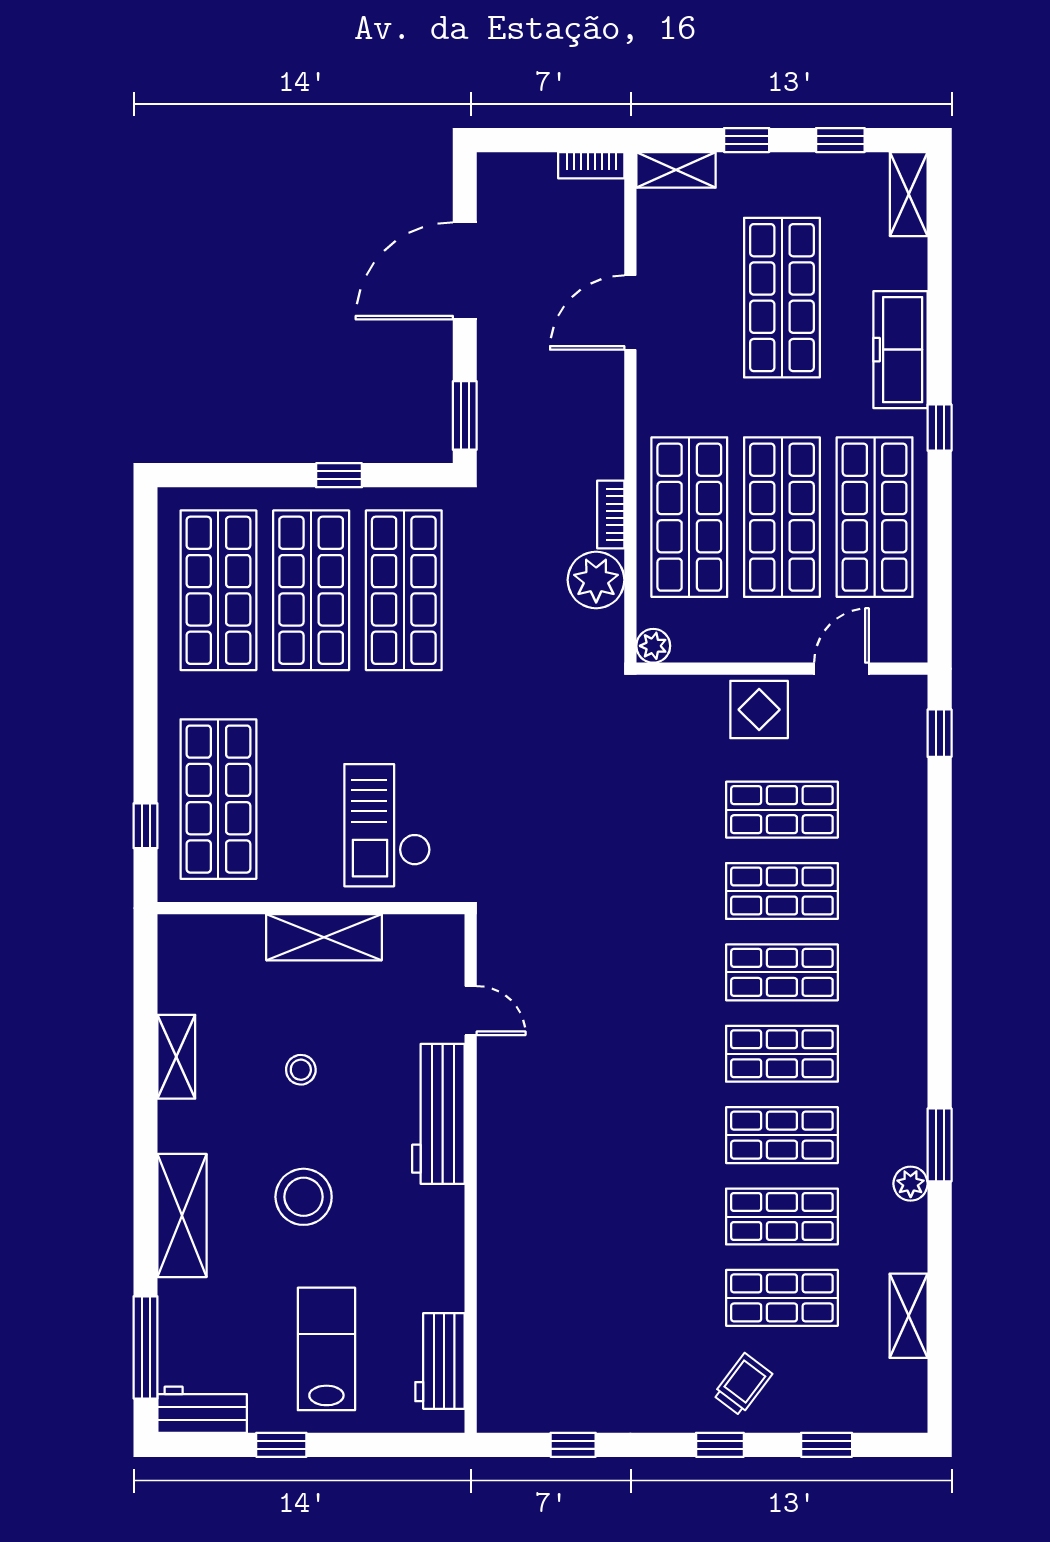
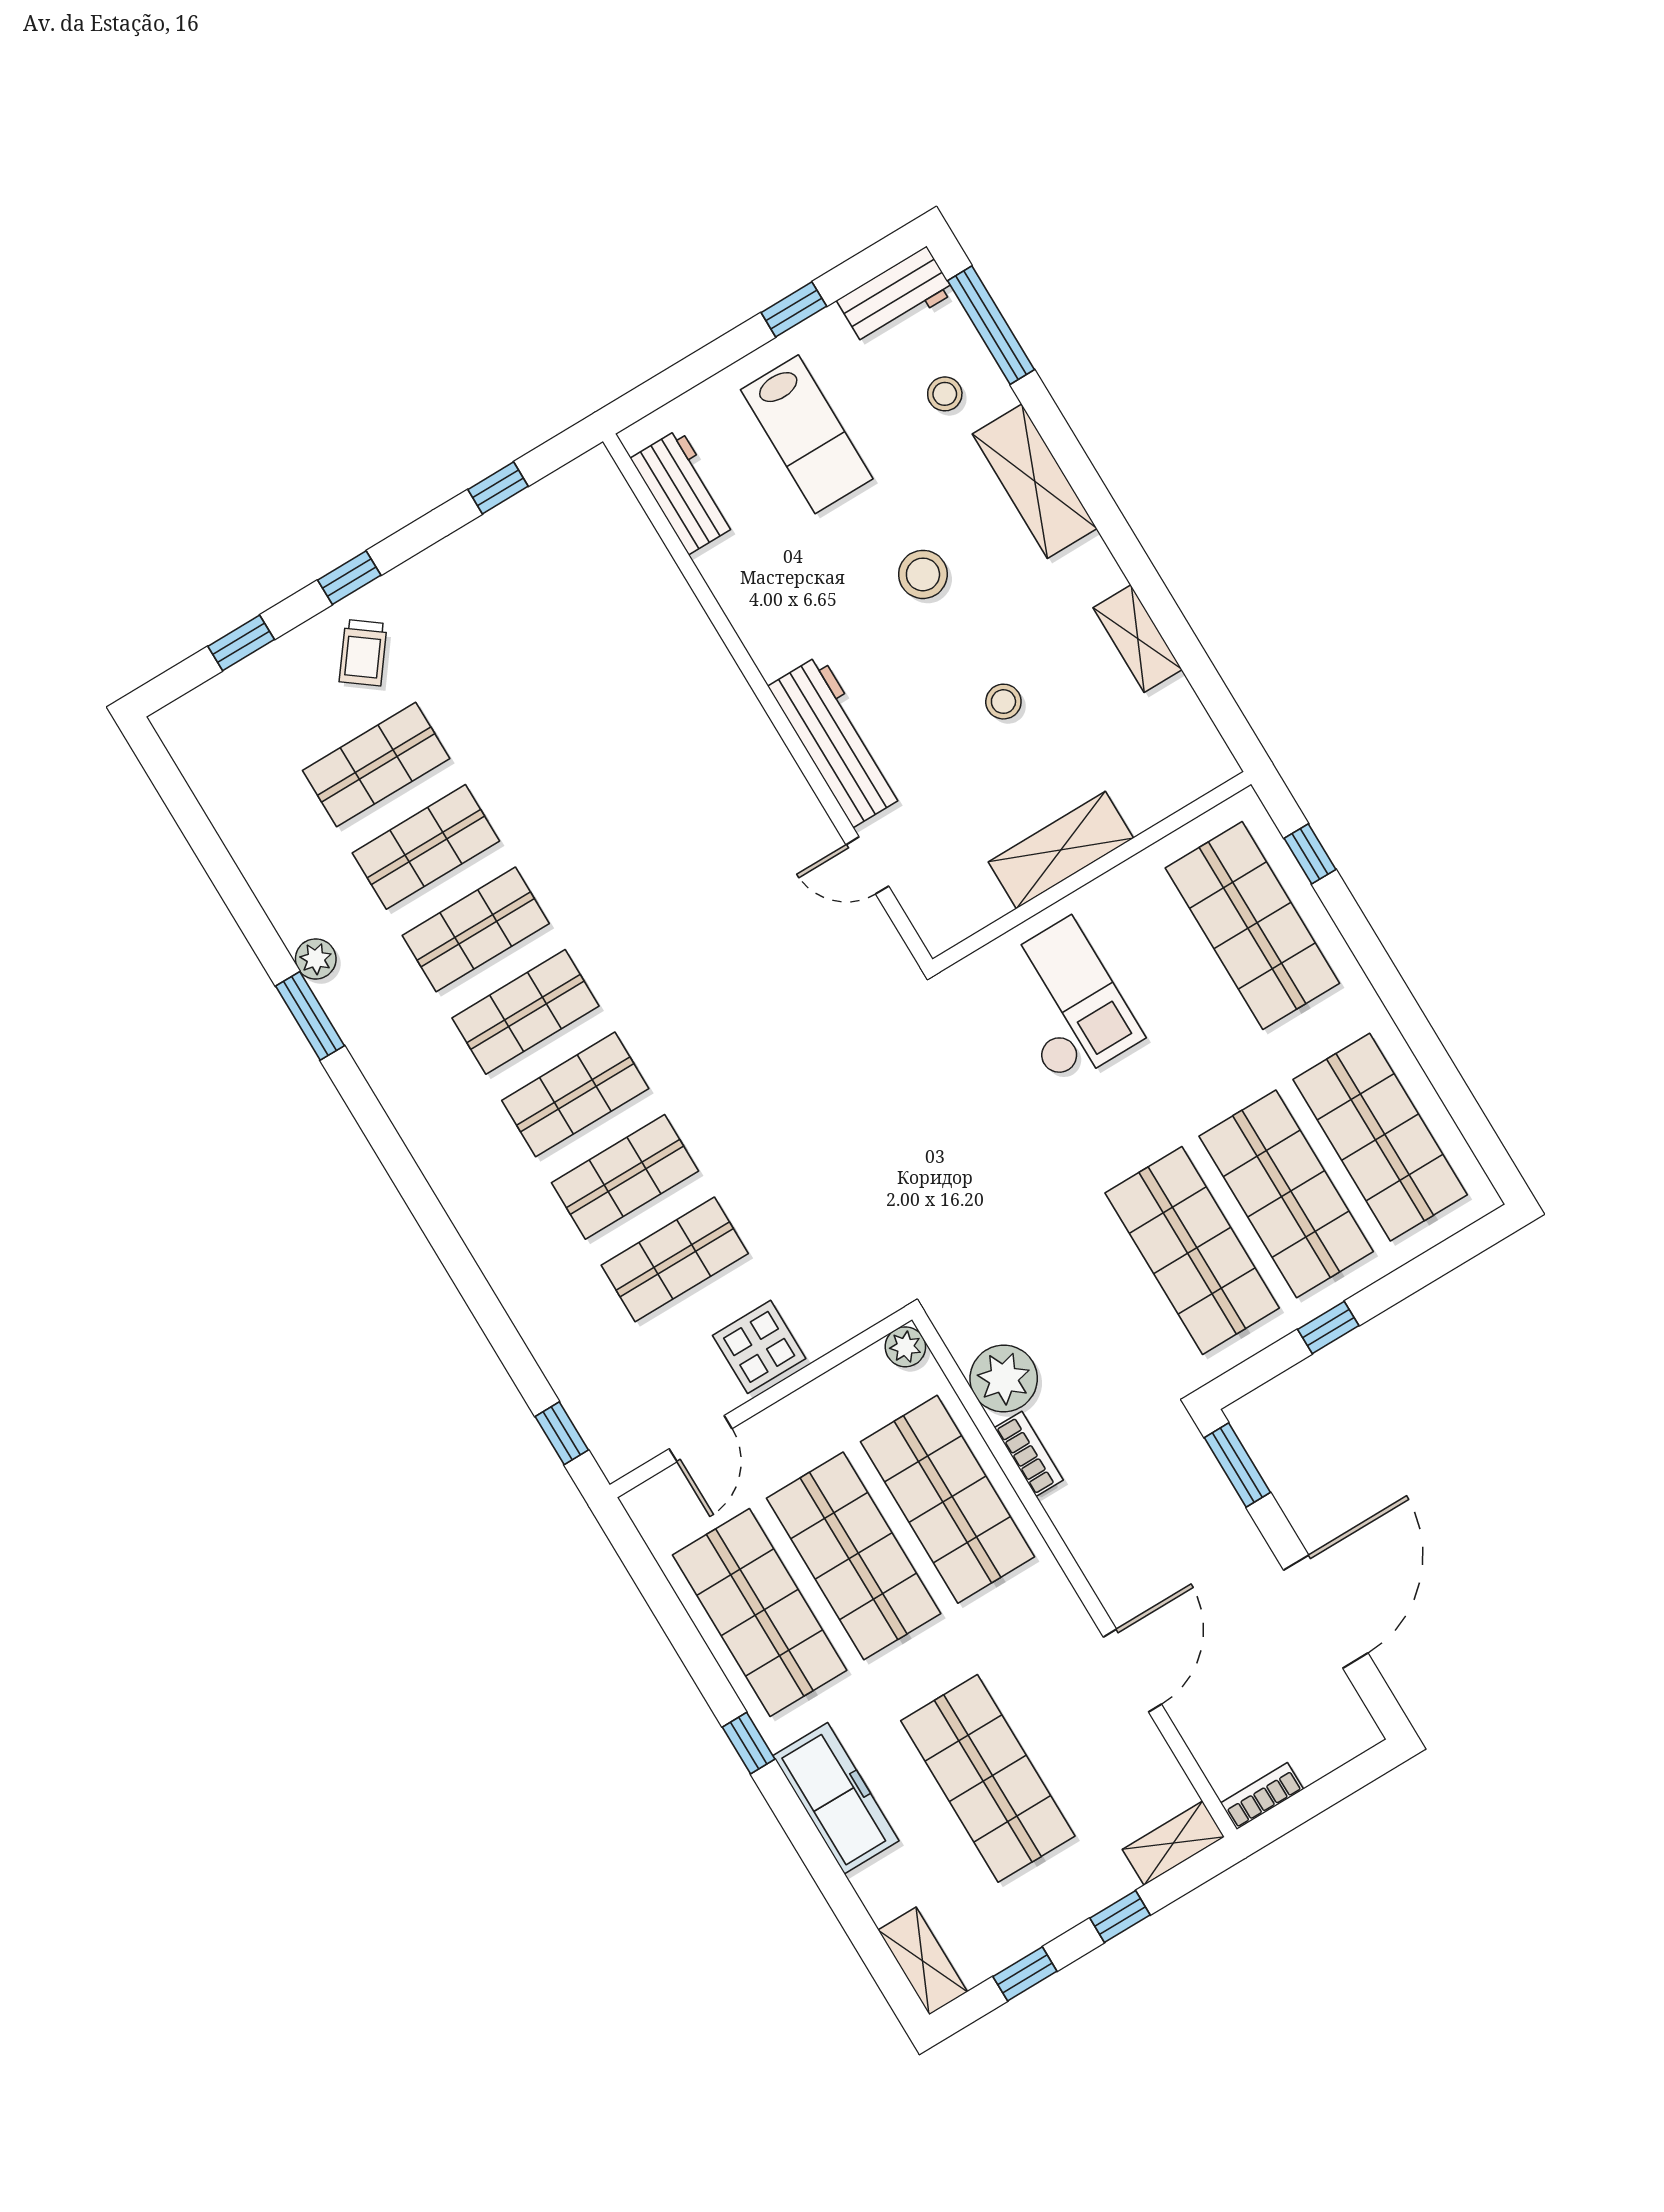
stool: (304, 1197) -> (923, 574), width x0.73, depth x0.73
shelving: (909, 1316) -> (237, 824), removed
stool: (209, 1318) -> (945, 394), added

